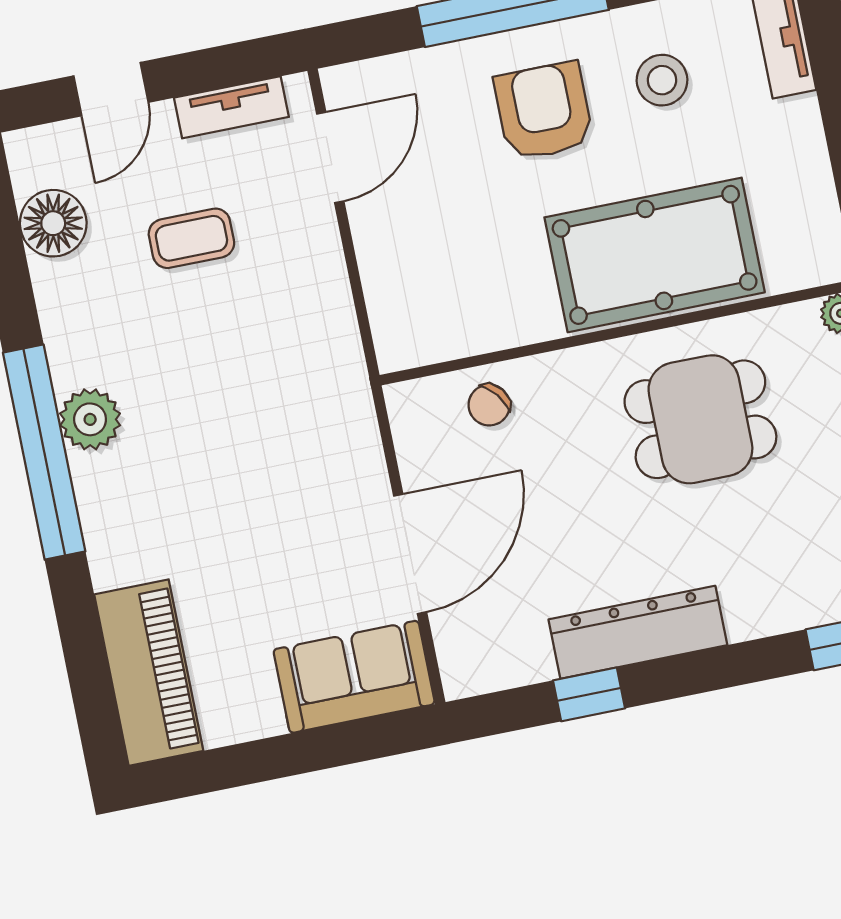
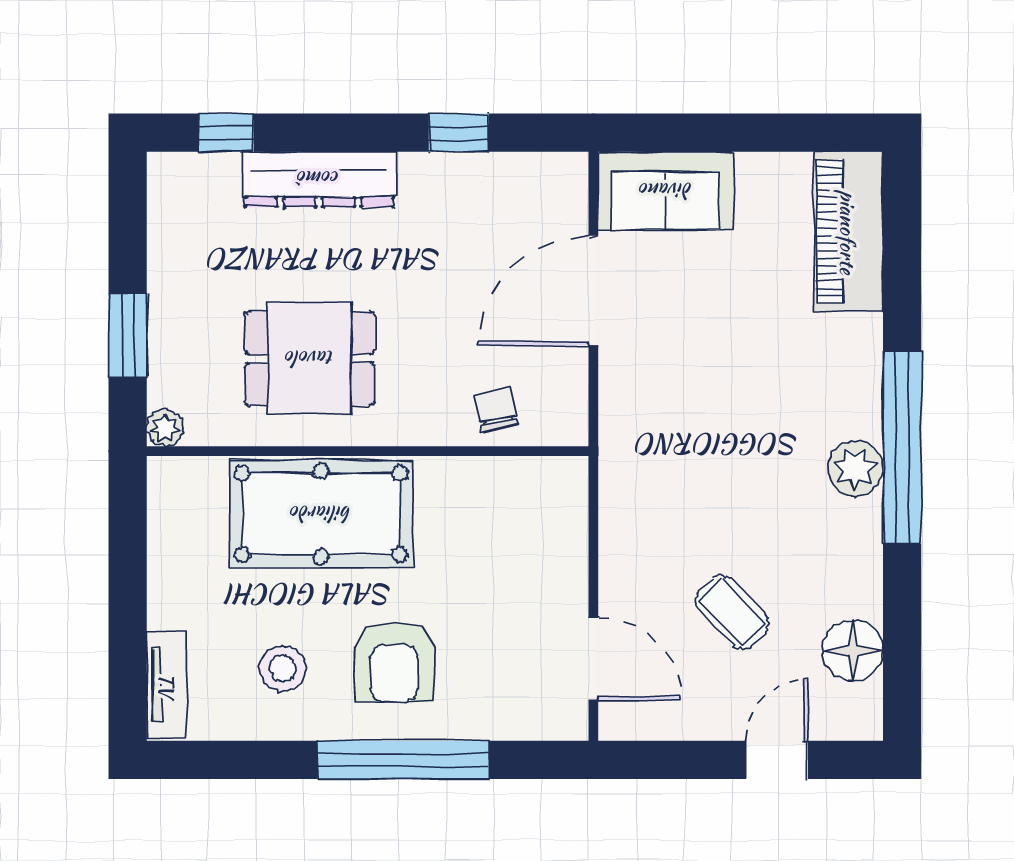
tv unit: (231, 107) -> (673, 722), removed
door: (330, 157) -> (593, 659), swing flipped
coffee table: (191, 238) -> (732, 612), turned 46
chair: (489, 405) -> (496, 409), turned -64
dresser: (638, 632) -> (319, 179), moved

